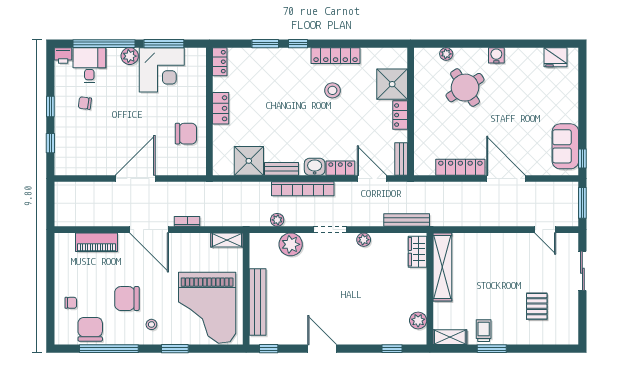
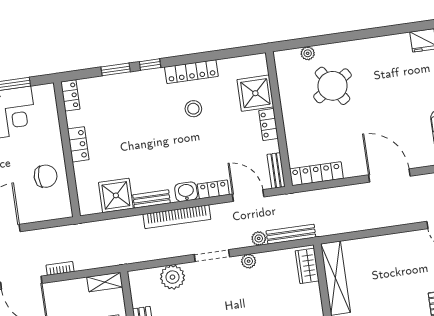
water cooler: (496, 55) -> (361, 47), removed
locker: (460, 167) -> (316, 174), moved
plant: (277, 220) -> (259, 238), moved

